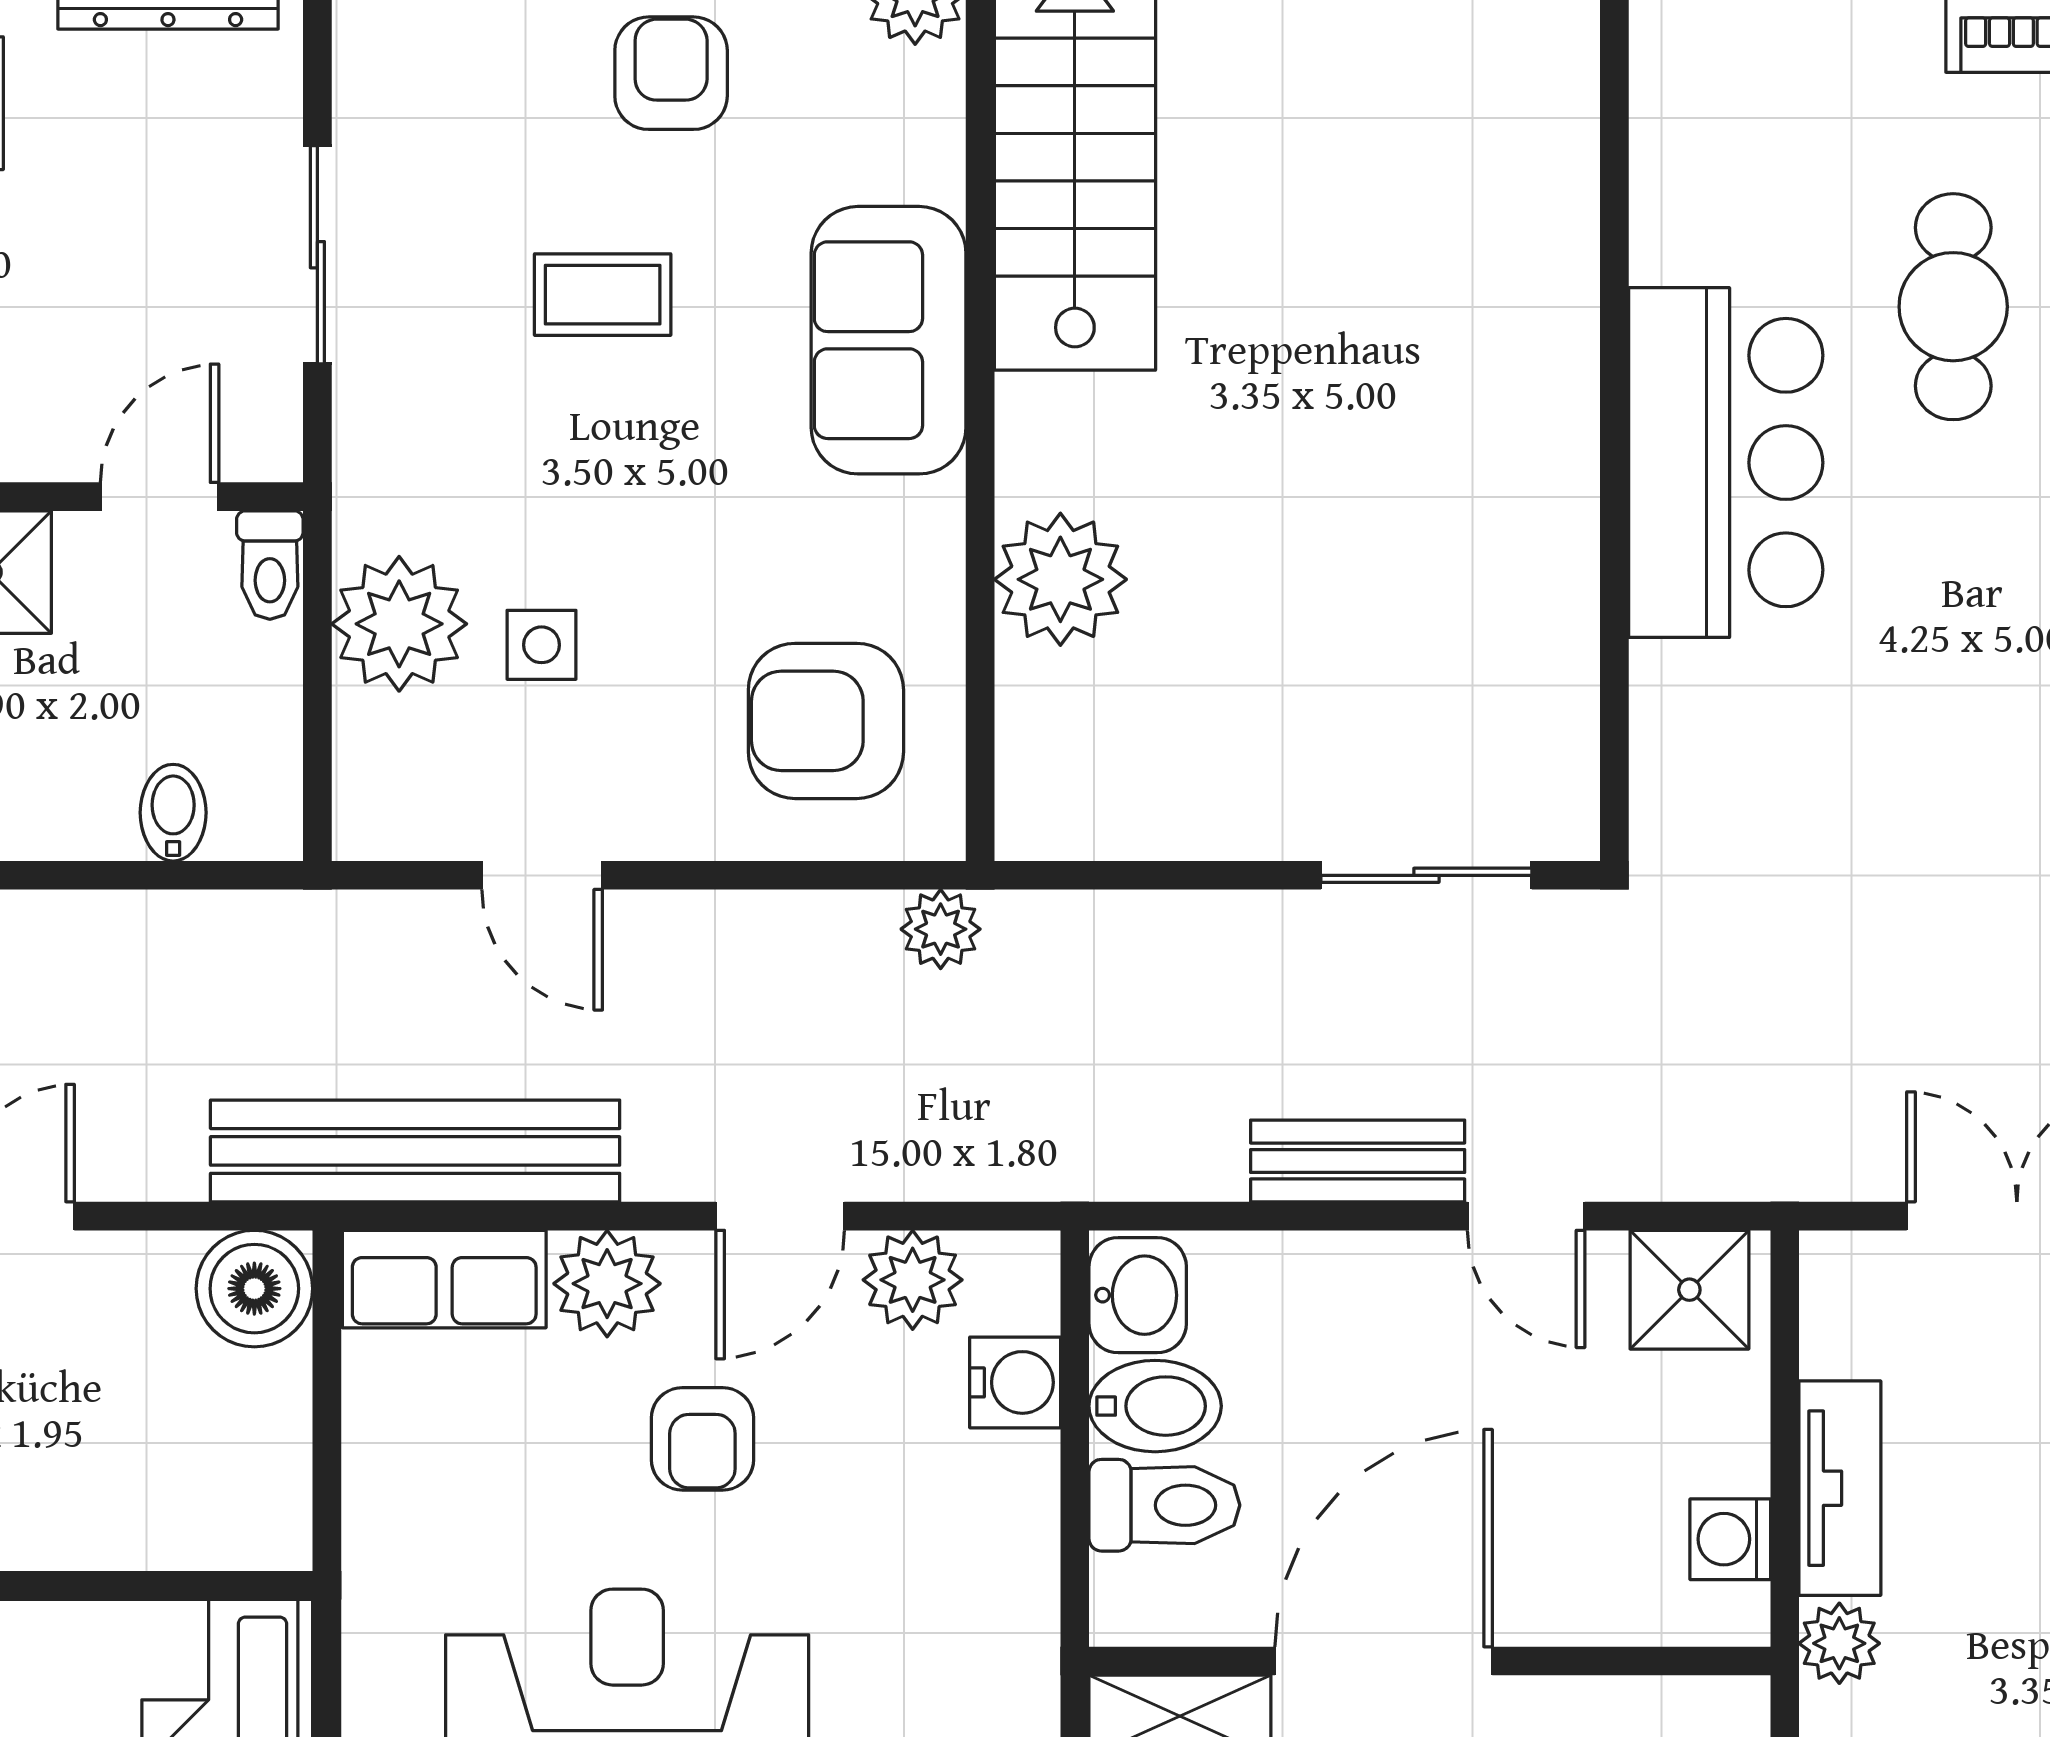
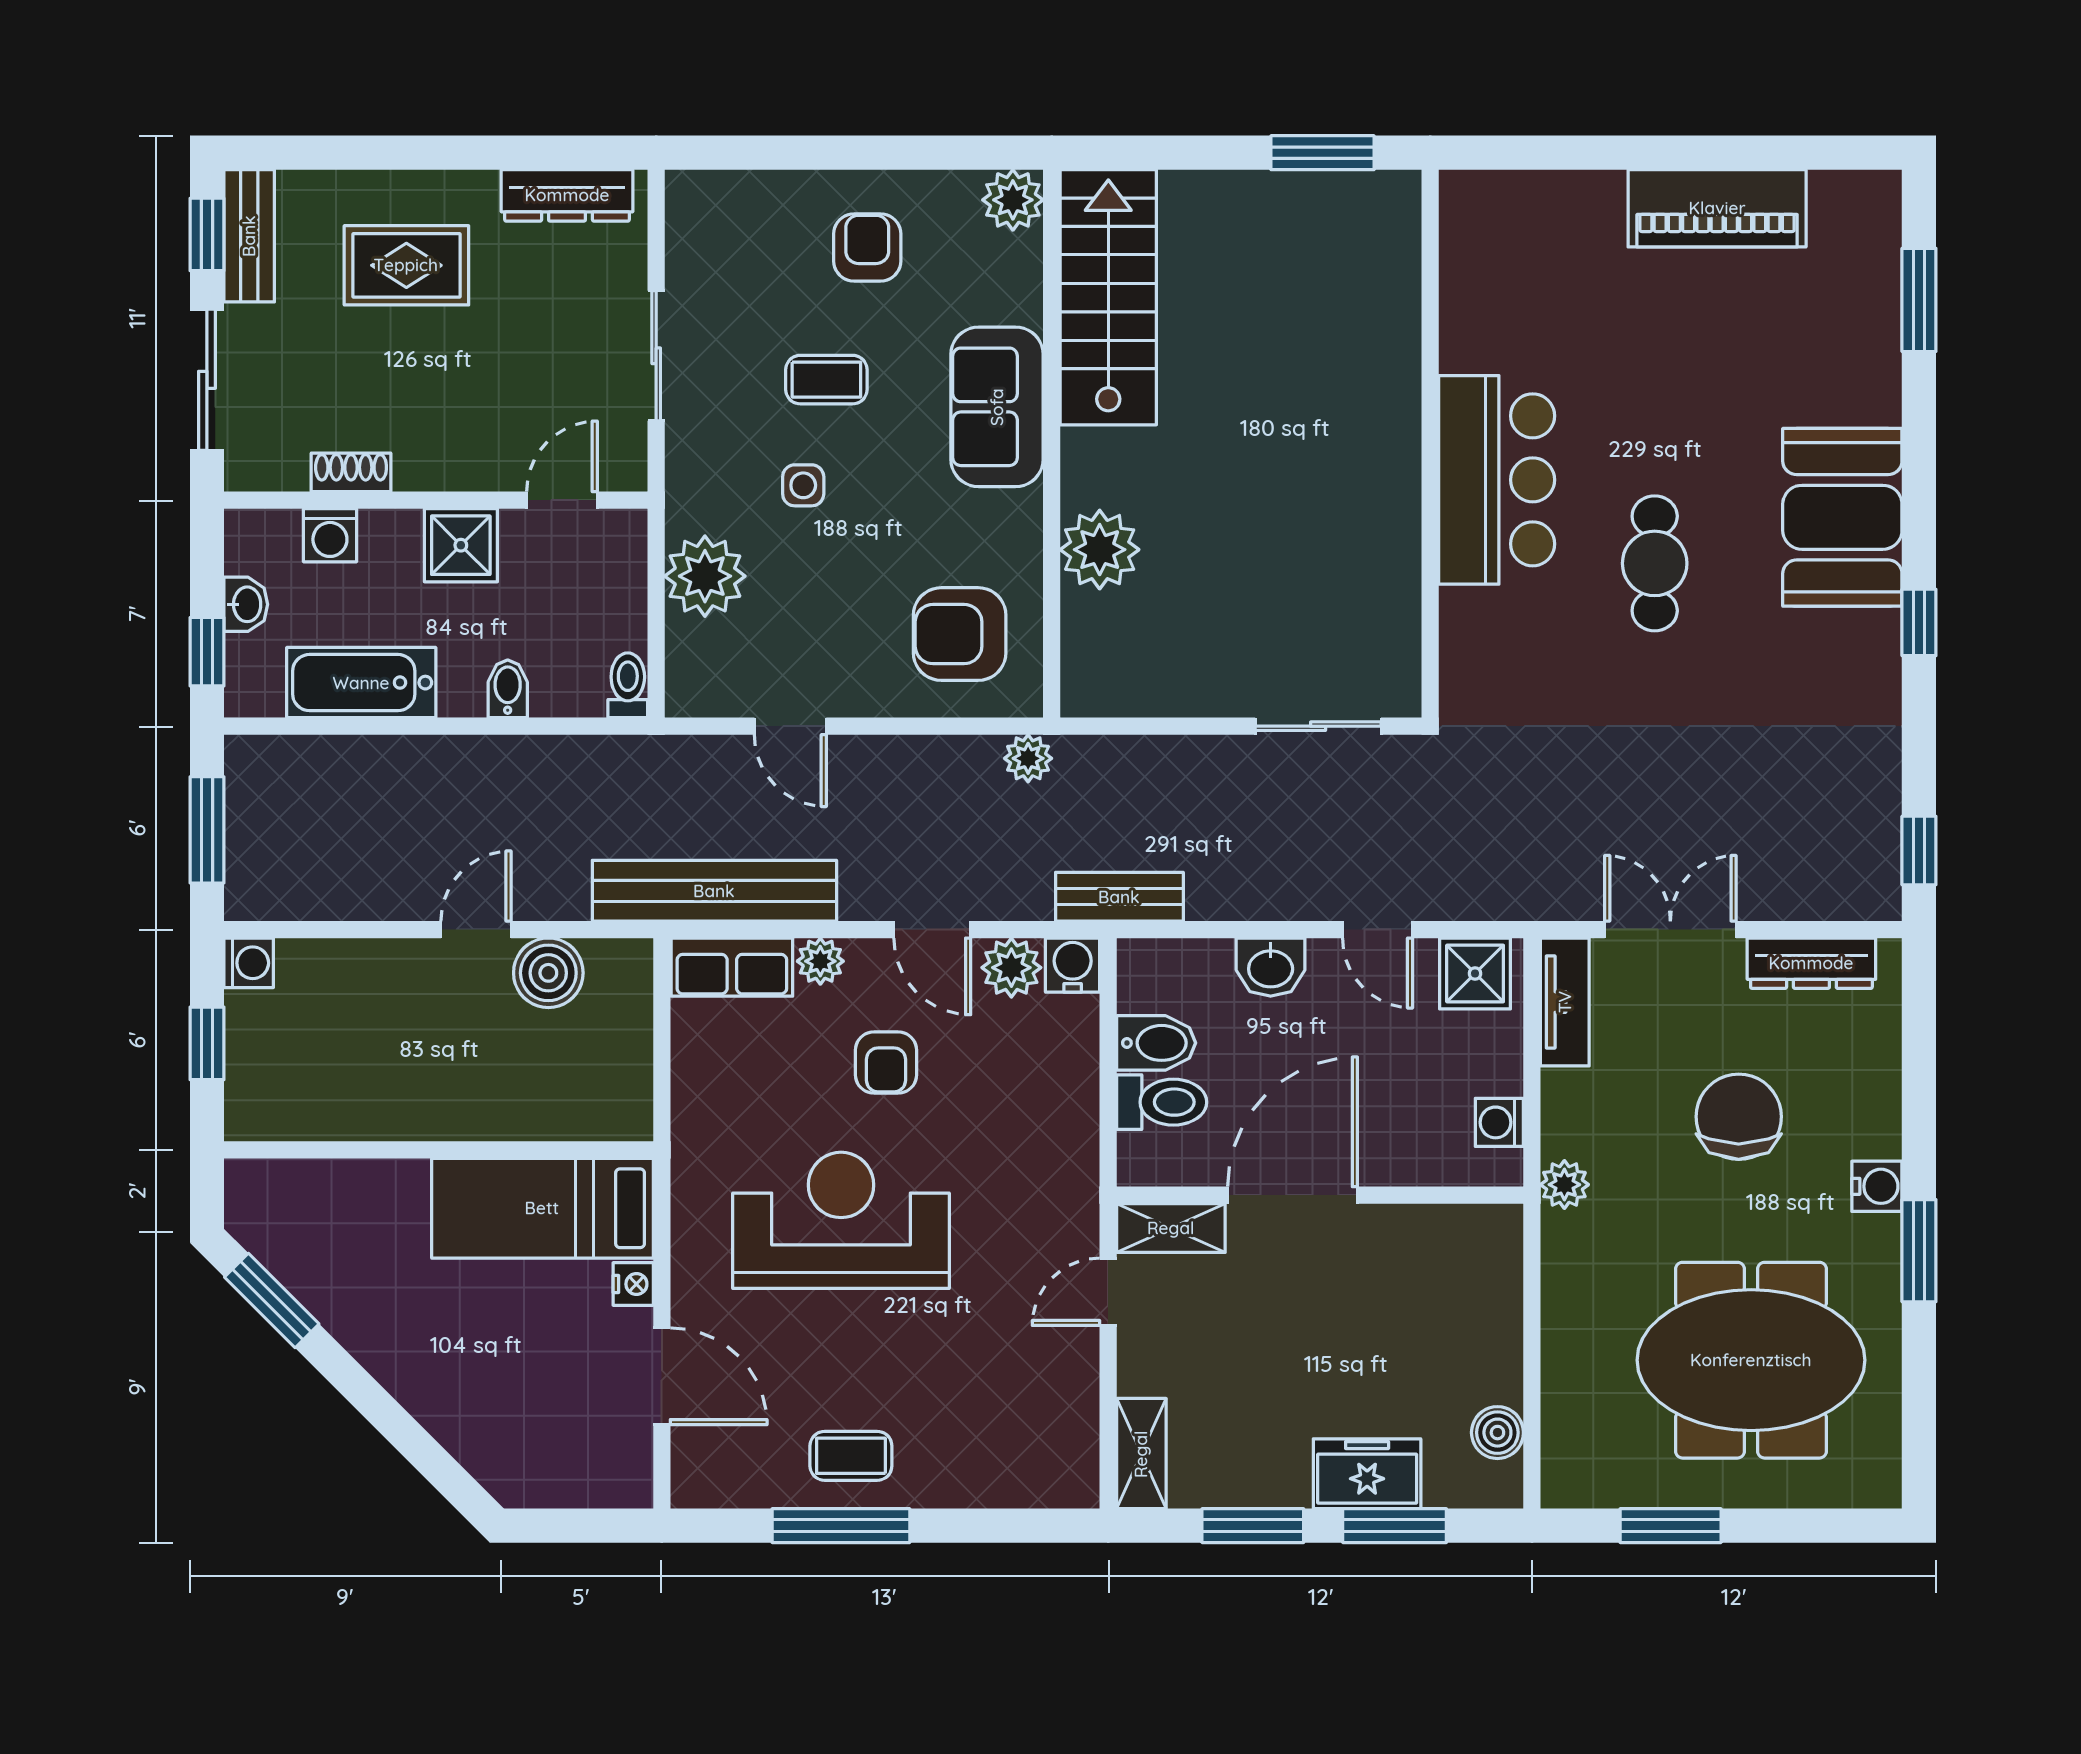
cafe table: (1953, 307) -> (1655, 563), moved
toilet: (270, 565) -> (628, 685), moved, turned 180
side table: (542, 645) -> (803, 485), moved
bidet: (173, 813) -> (508, 689), moved
bench: (1358, 1161) -> (1119, 897), moved
door: (780, 1216) -> (932, 930), hinge flipped
plant: (607, 1284) -> (820, 961), width x0.73, depth x0.73
boiler: (254, 1289) -> (548, 973), moved
washbasin: (1138, 1295) -> (1271, 967), moved, turned 90
water cooler: (1015, 1382) -> (1073, 965), moved, turned -90
tv unit: (1840, 1488) -> (1565, 1002), moved

